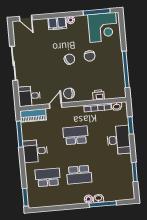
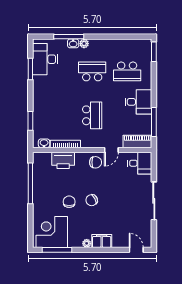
printer: (98, 95) -> (63, 160), width x1.87, depth x1.48
school desk: (76, 135) -> (92, 115), turned -90
desk: (119, 140) -> (45, 59), moved

